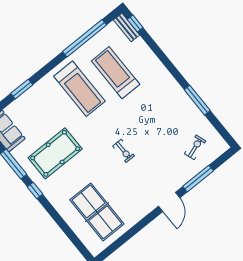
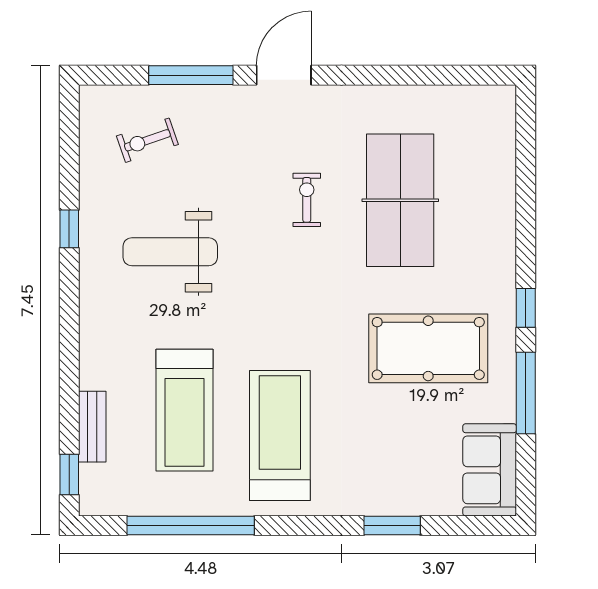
bench: (127, 27) -> (92, 427), moved
window: (197, 100) -> (69, 229), width x0.46
weight bench: (160, 118) -> (170, 252), added
exercise bike: (124, 151) -> (307, 200), moved
table tennis table: (97, 212) -> (400, 200), moved

